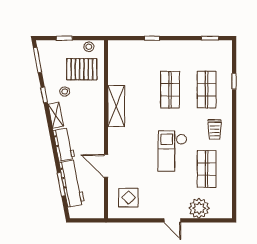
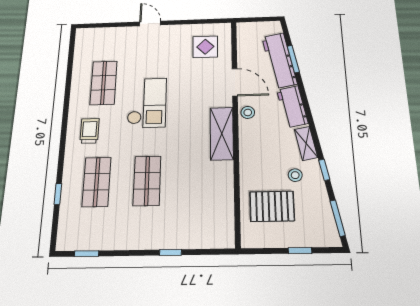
stool: (89, 47) -> (248, 112), moved
shelving: (116, 106) -> (222, 133), moved
plant: (199, 208) -> (116, 38), removed

